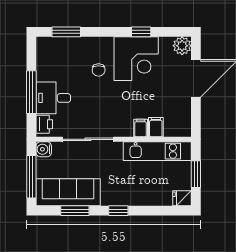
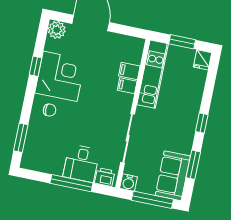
chair: (99, 70) -> (49, 110), moved
sofa: (68, 192) -> (173, 176), width x0.73

